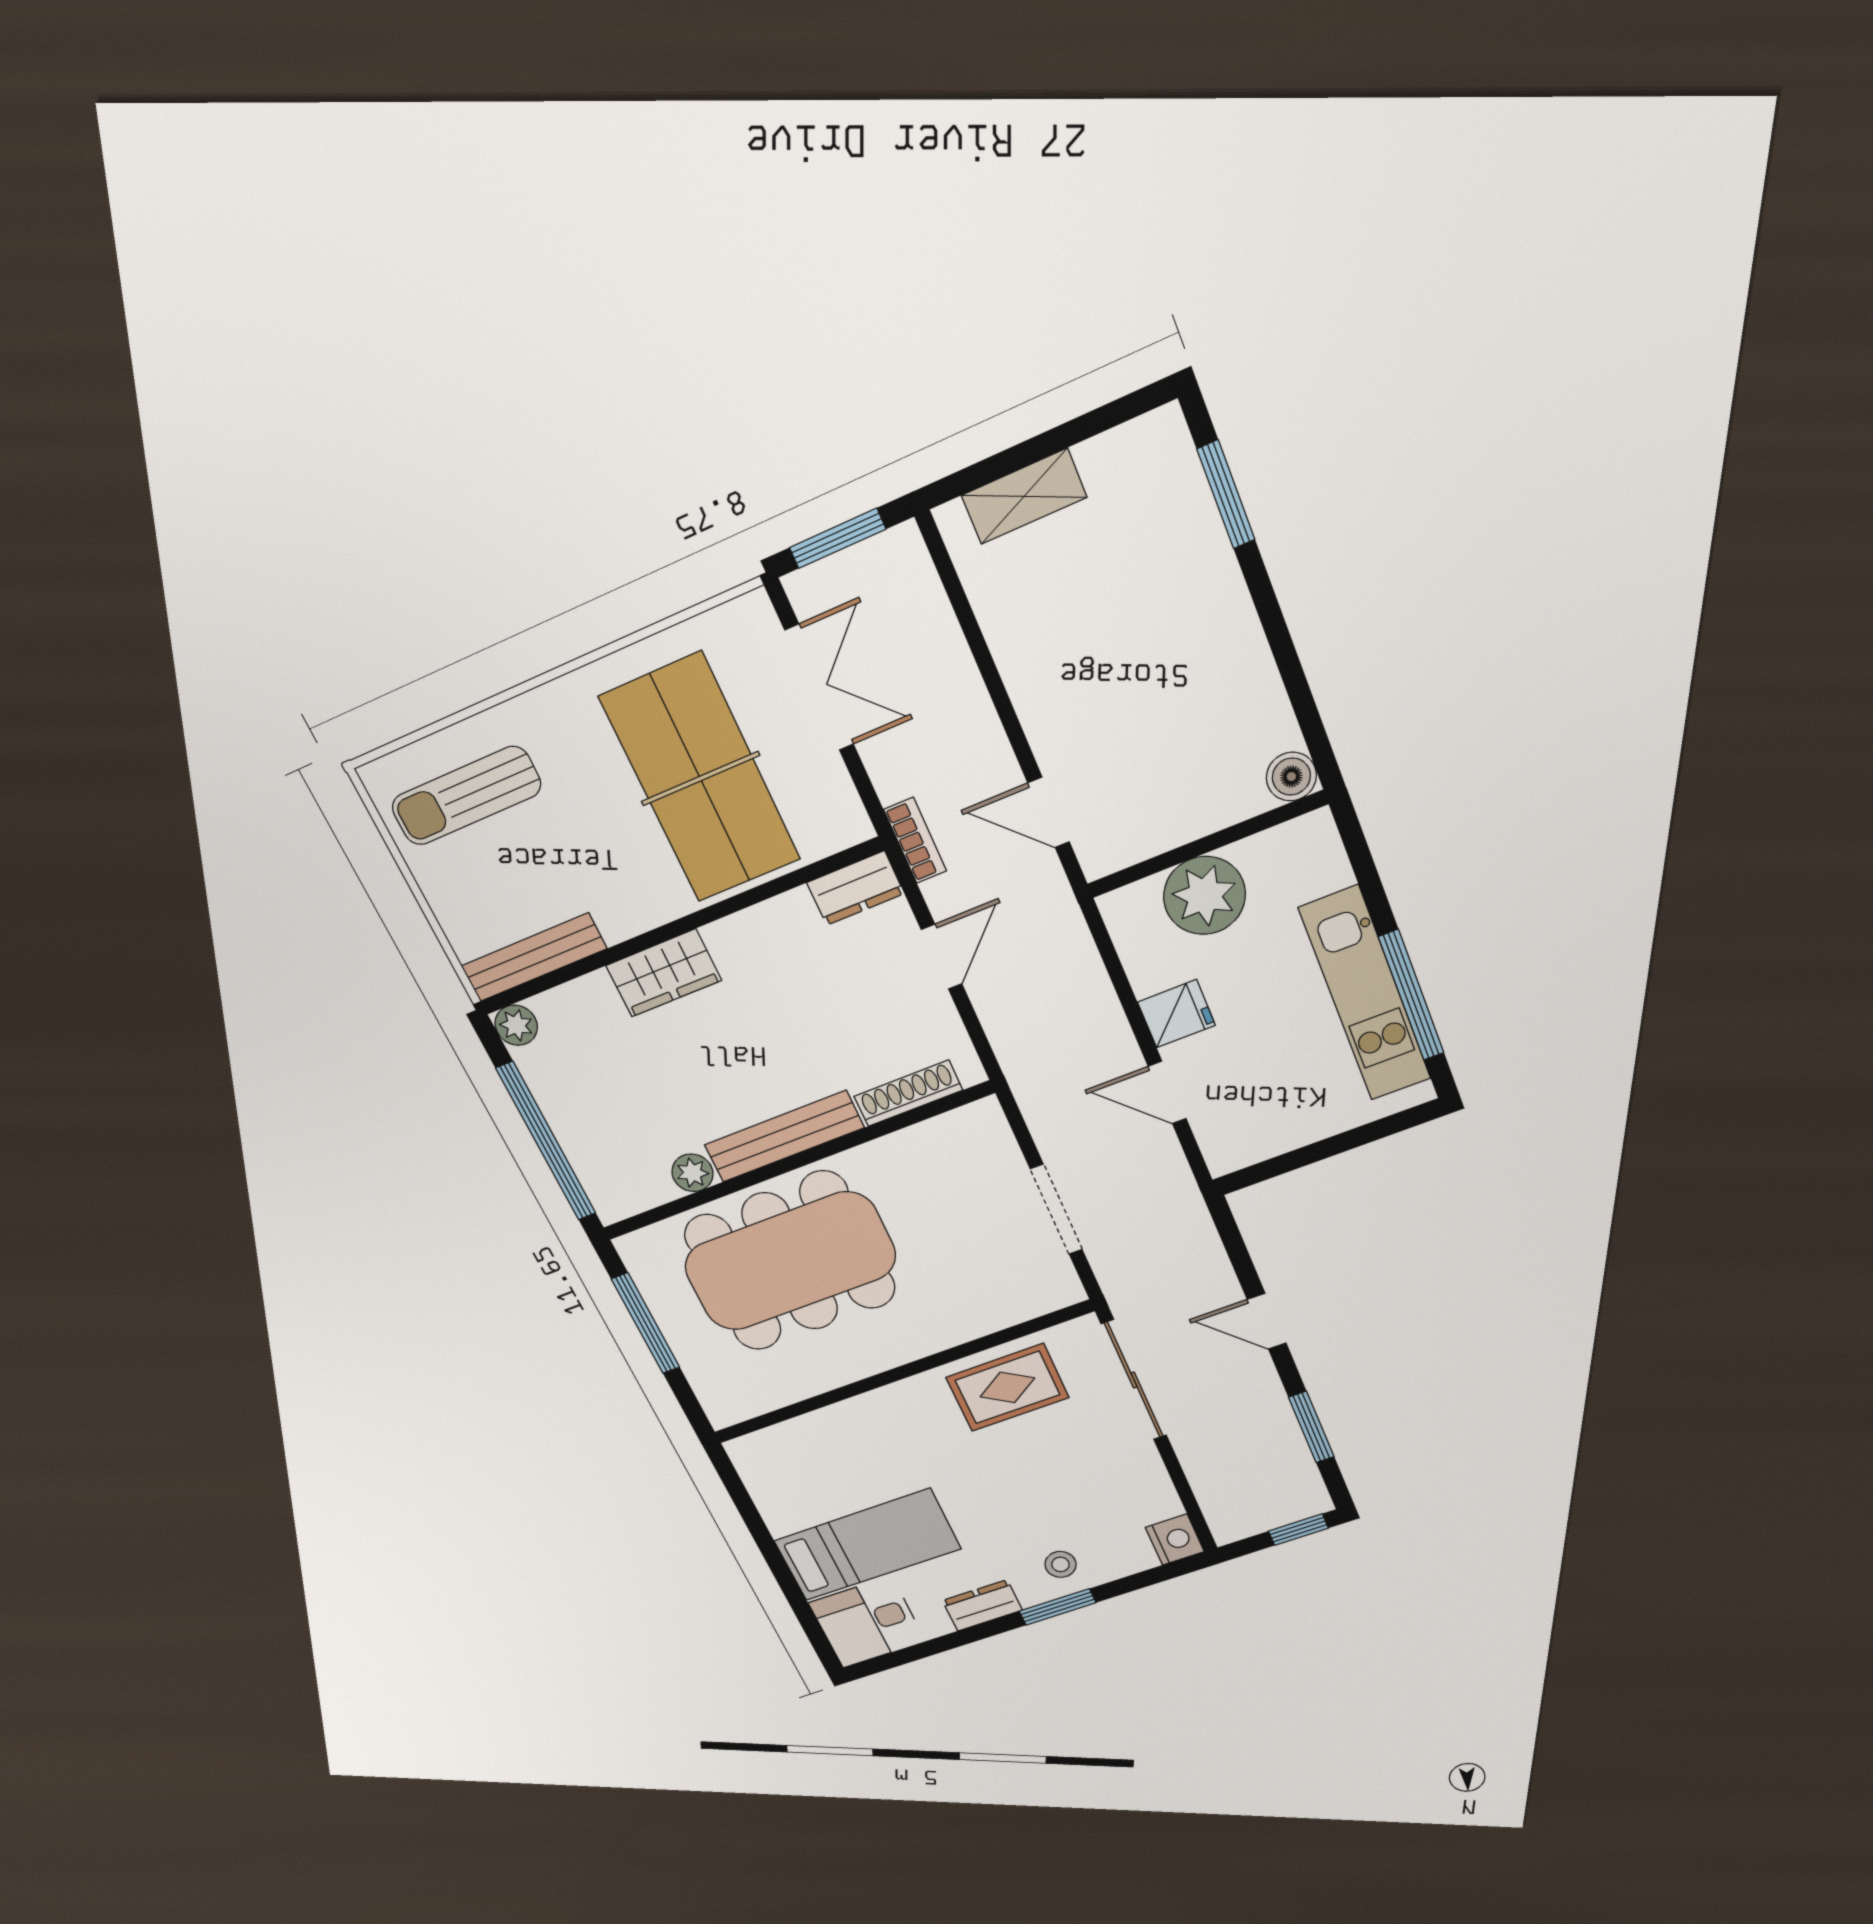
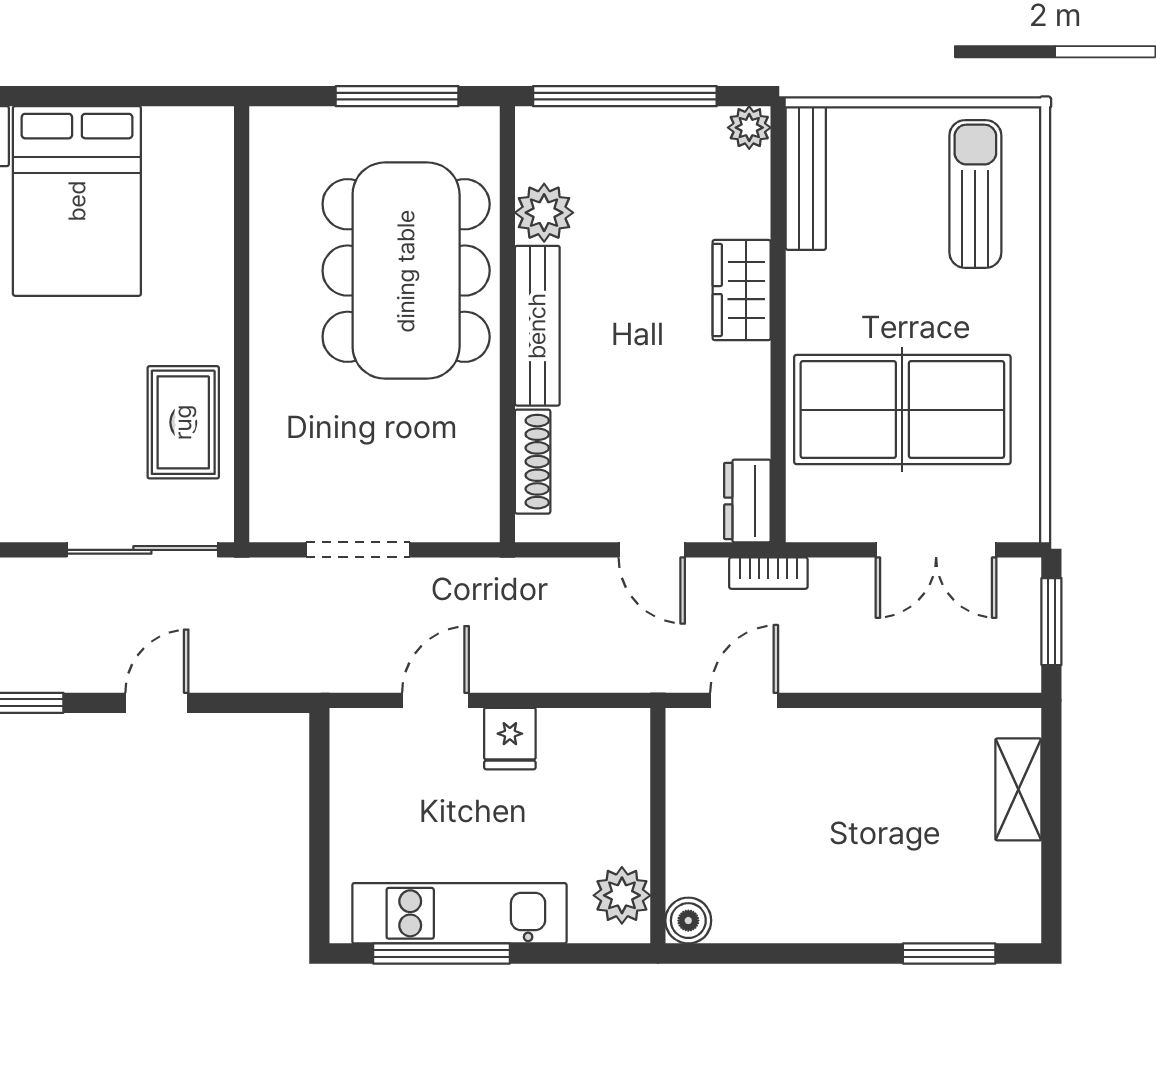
plant: (1204, 896) -> (622, 895), moved, width x0.73, depth x0.73
plant: (692, 1173) -> (544, 213), width x1.38, depth x1.38
bed: (867, 1545) -> (77, 201), width x1.50

